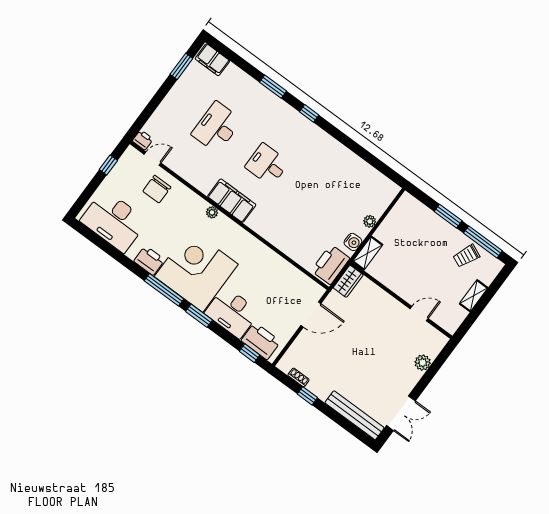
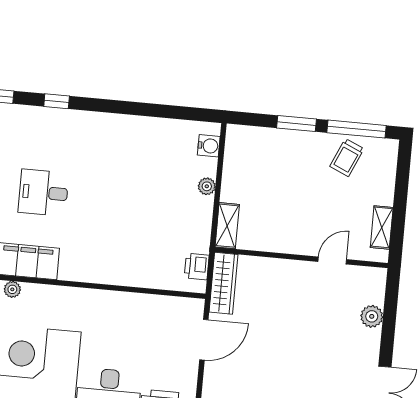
water cooler: (353, 242) -> (209, 146), moved
printer: (331, 265) -> (197, 267), width x0.53, depth x0.68
wardrobe: (348, 281) -> (223, 283), width x1.50
shelving: (474, 296) -> (382, 227), moved

